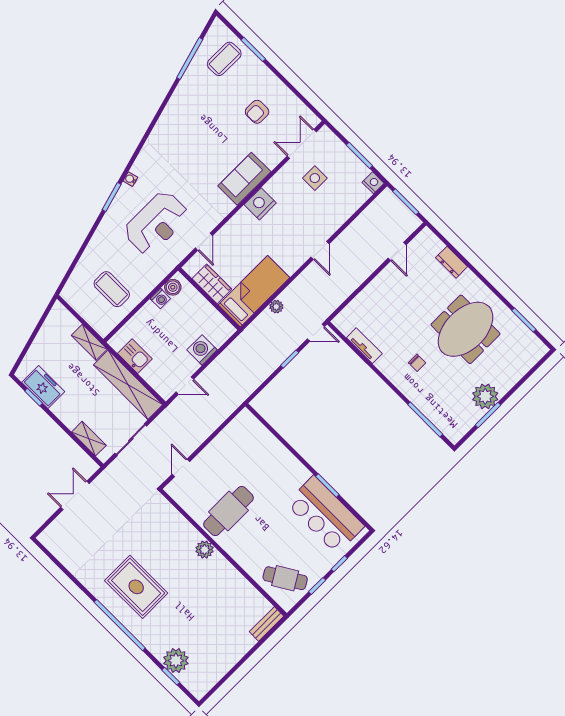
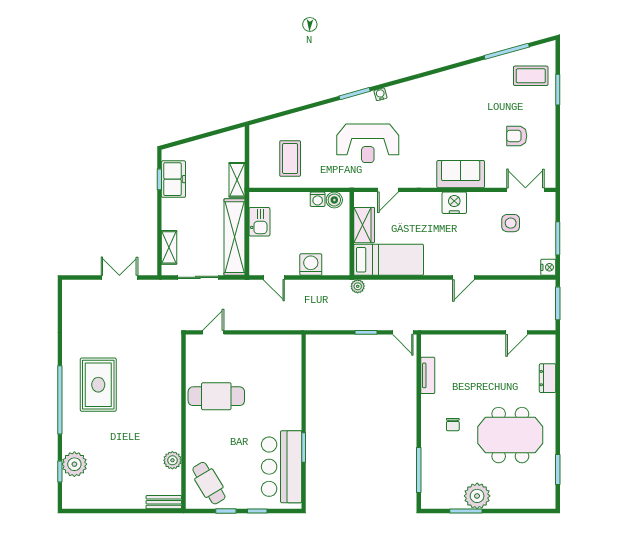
plant: (276, 307) -> (358, 286), moved
plant: (205, 550) -> (172, 460), moved

